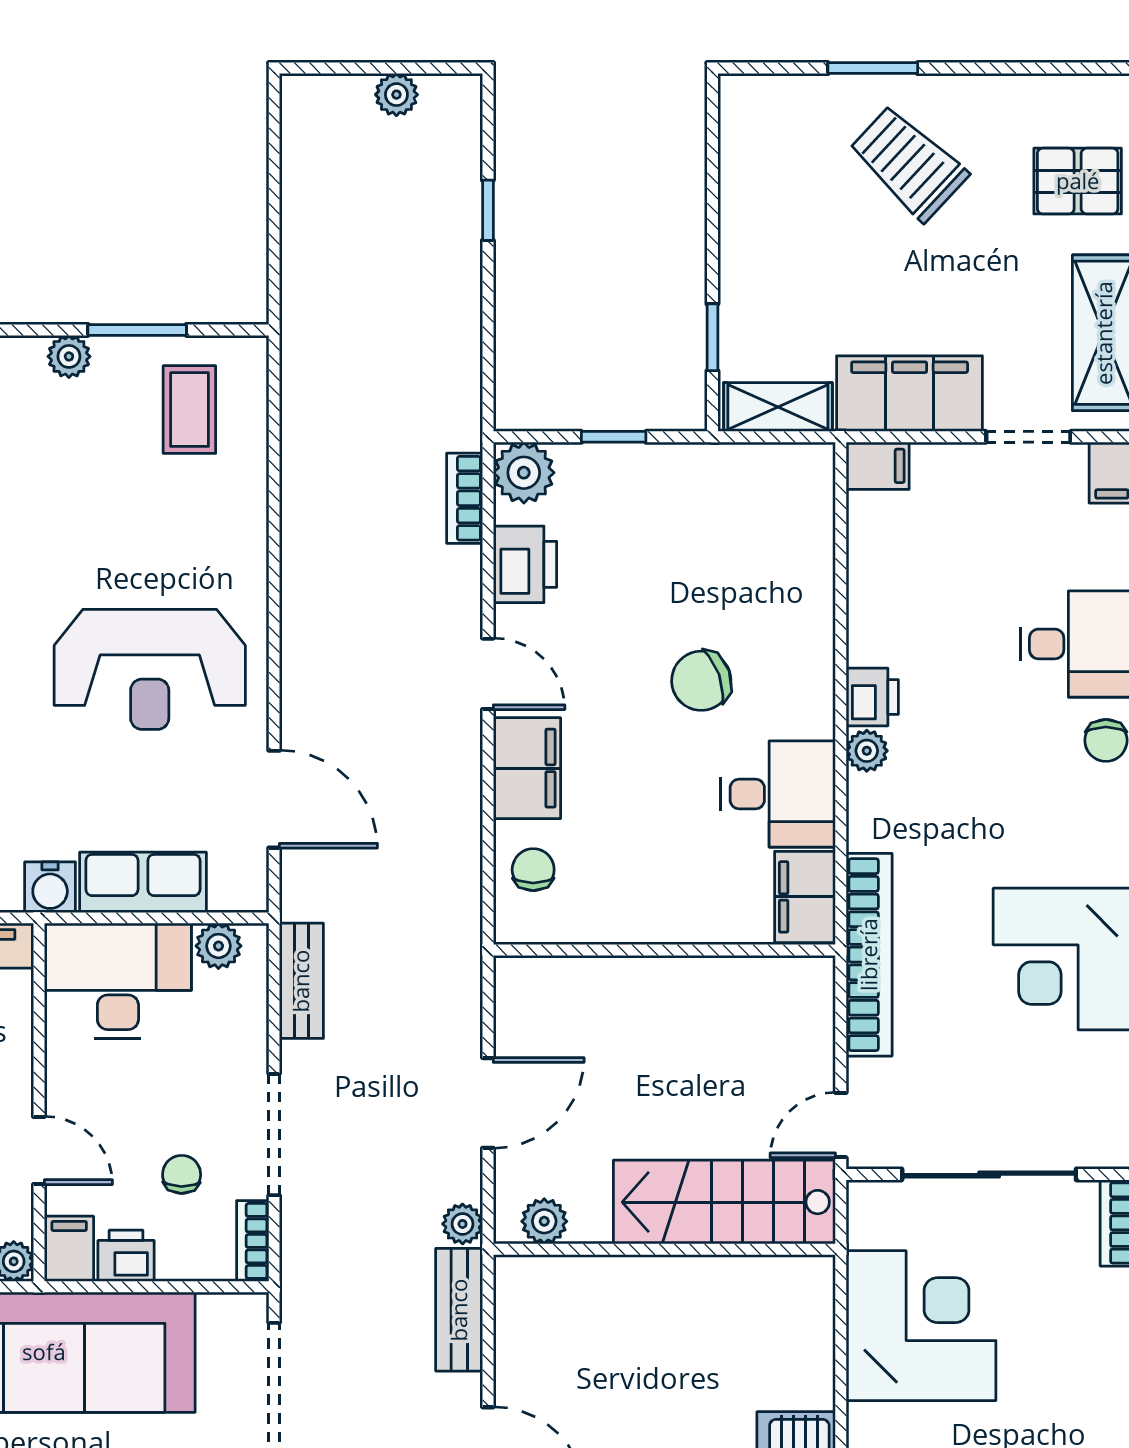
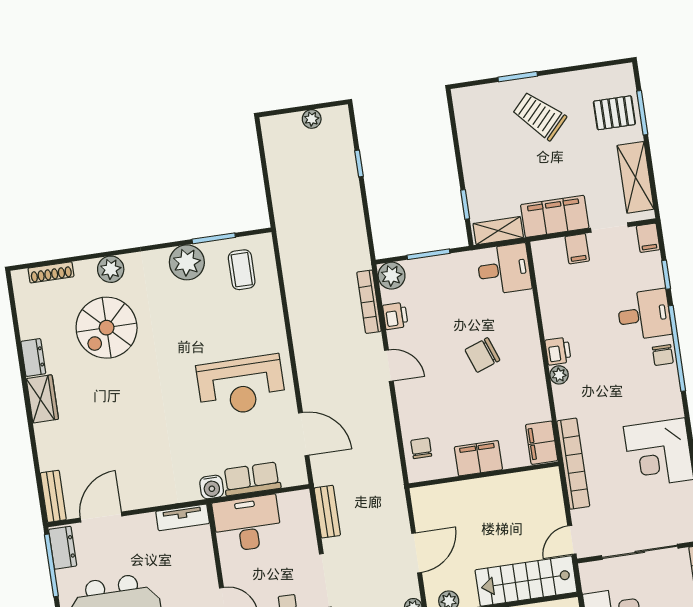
plant: (69, 356) -> (187, 262), width x1.87, depth x1.87
window: (614, 437) -> (428, 254), width x1.50
filing cabinet: (878, 466) -> (577, 249), moved, turned 90
bookcase: (465, 498) -> (369, 302), width x1.56
printer: (525, 564) -> (395, 316), width x0.73, depth x0.81
filing cabinet: (527, 768) -> (478, 458), moved, turned -90
desk: (778, 794) -> (504, 269), moved
plant: (218, 946) -> (289, 502), removed

